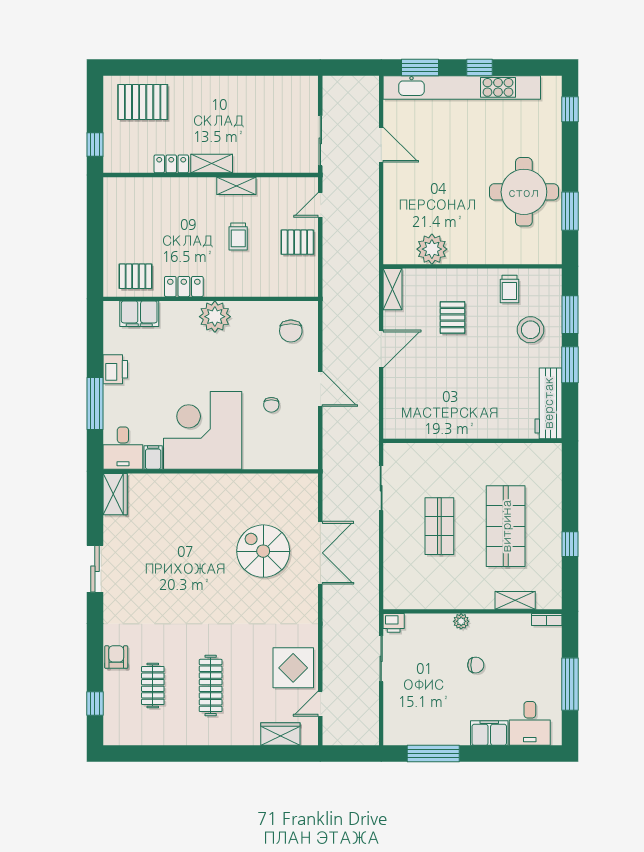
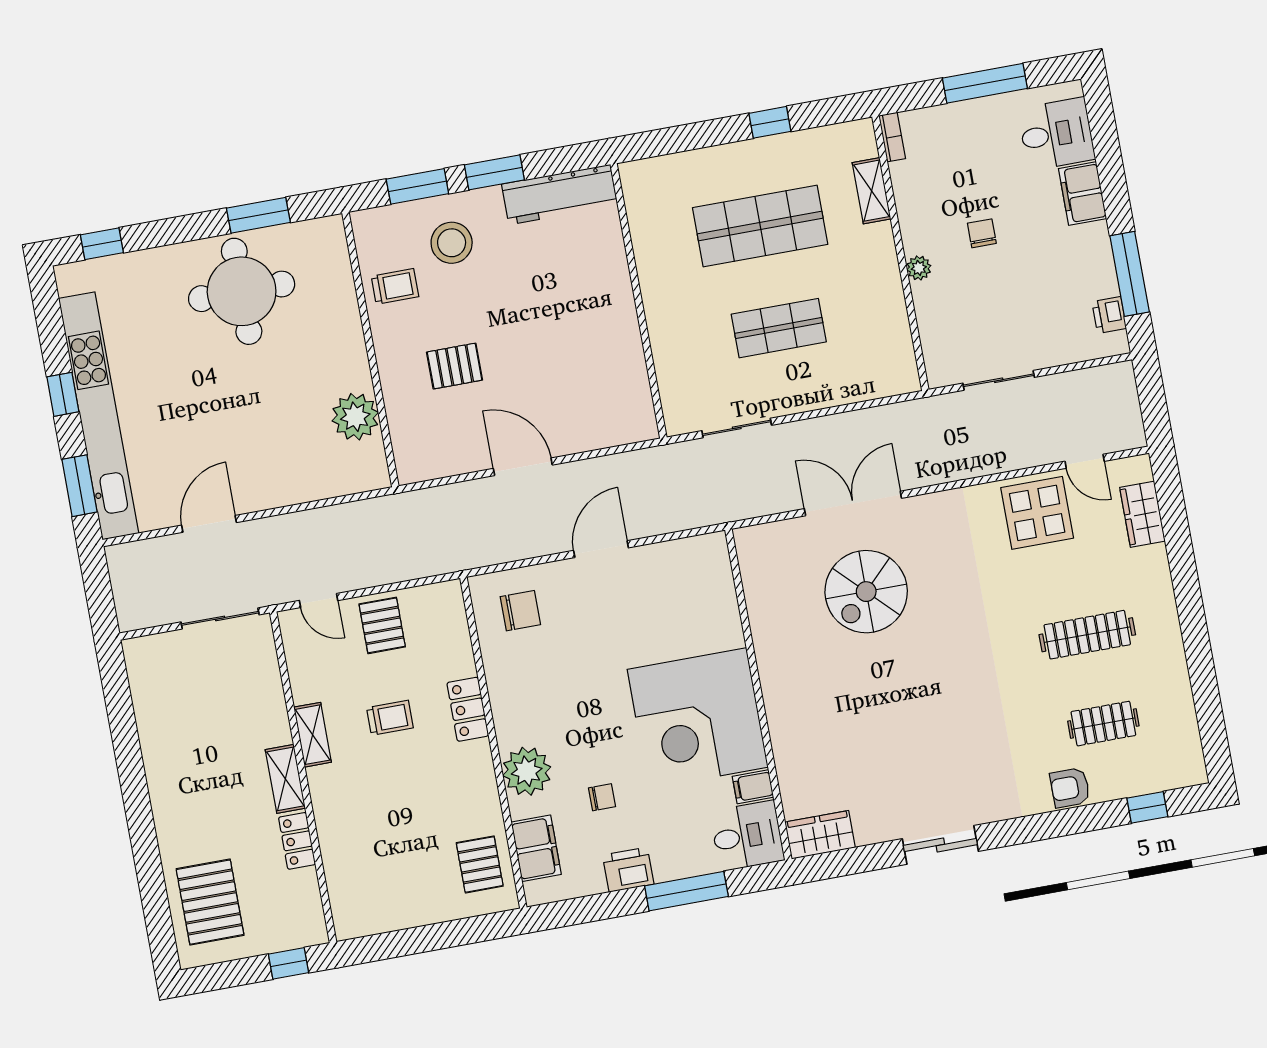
locker: (184, 287) -> (468, 709), moved
shelving: (393, 289) -> (428, 466), removed
plant: (215, 317) -> (527, 771), moved
chair: (271, 405) -> (602, 797), moved
printer: (394, 623) -> (1109, 315), moved, turned 180

